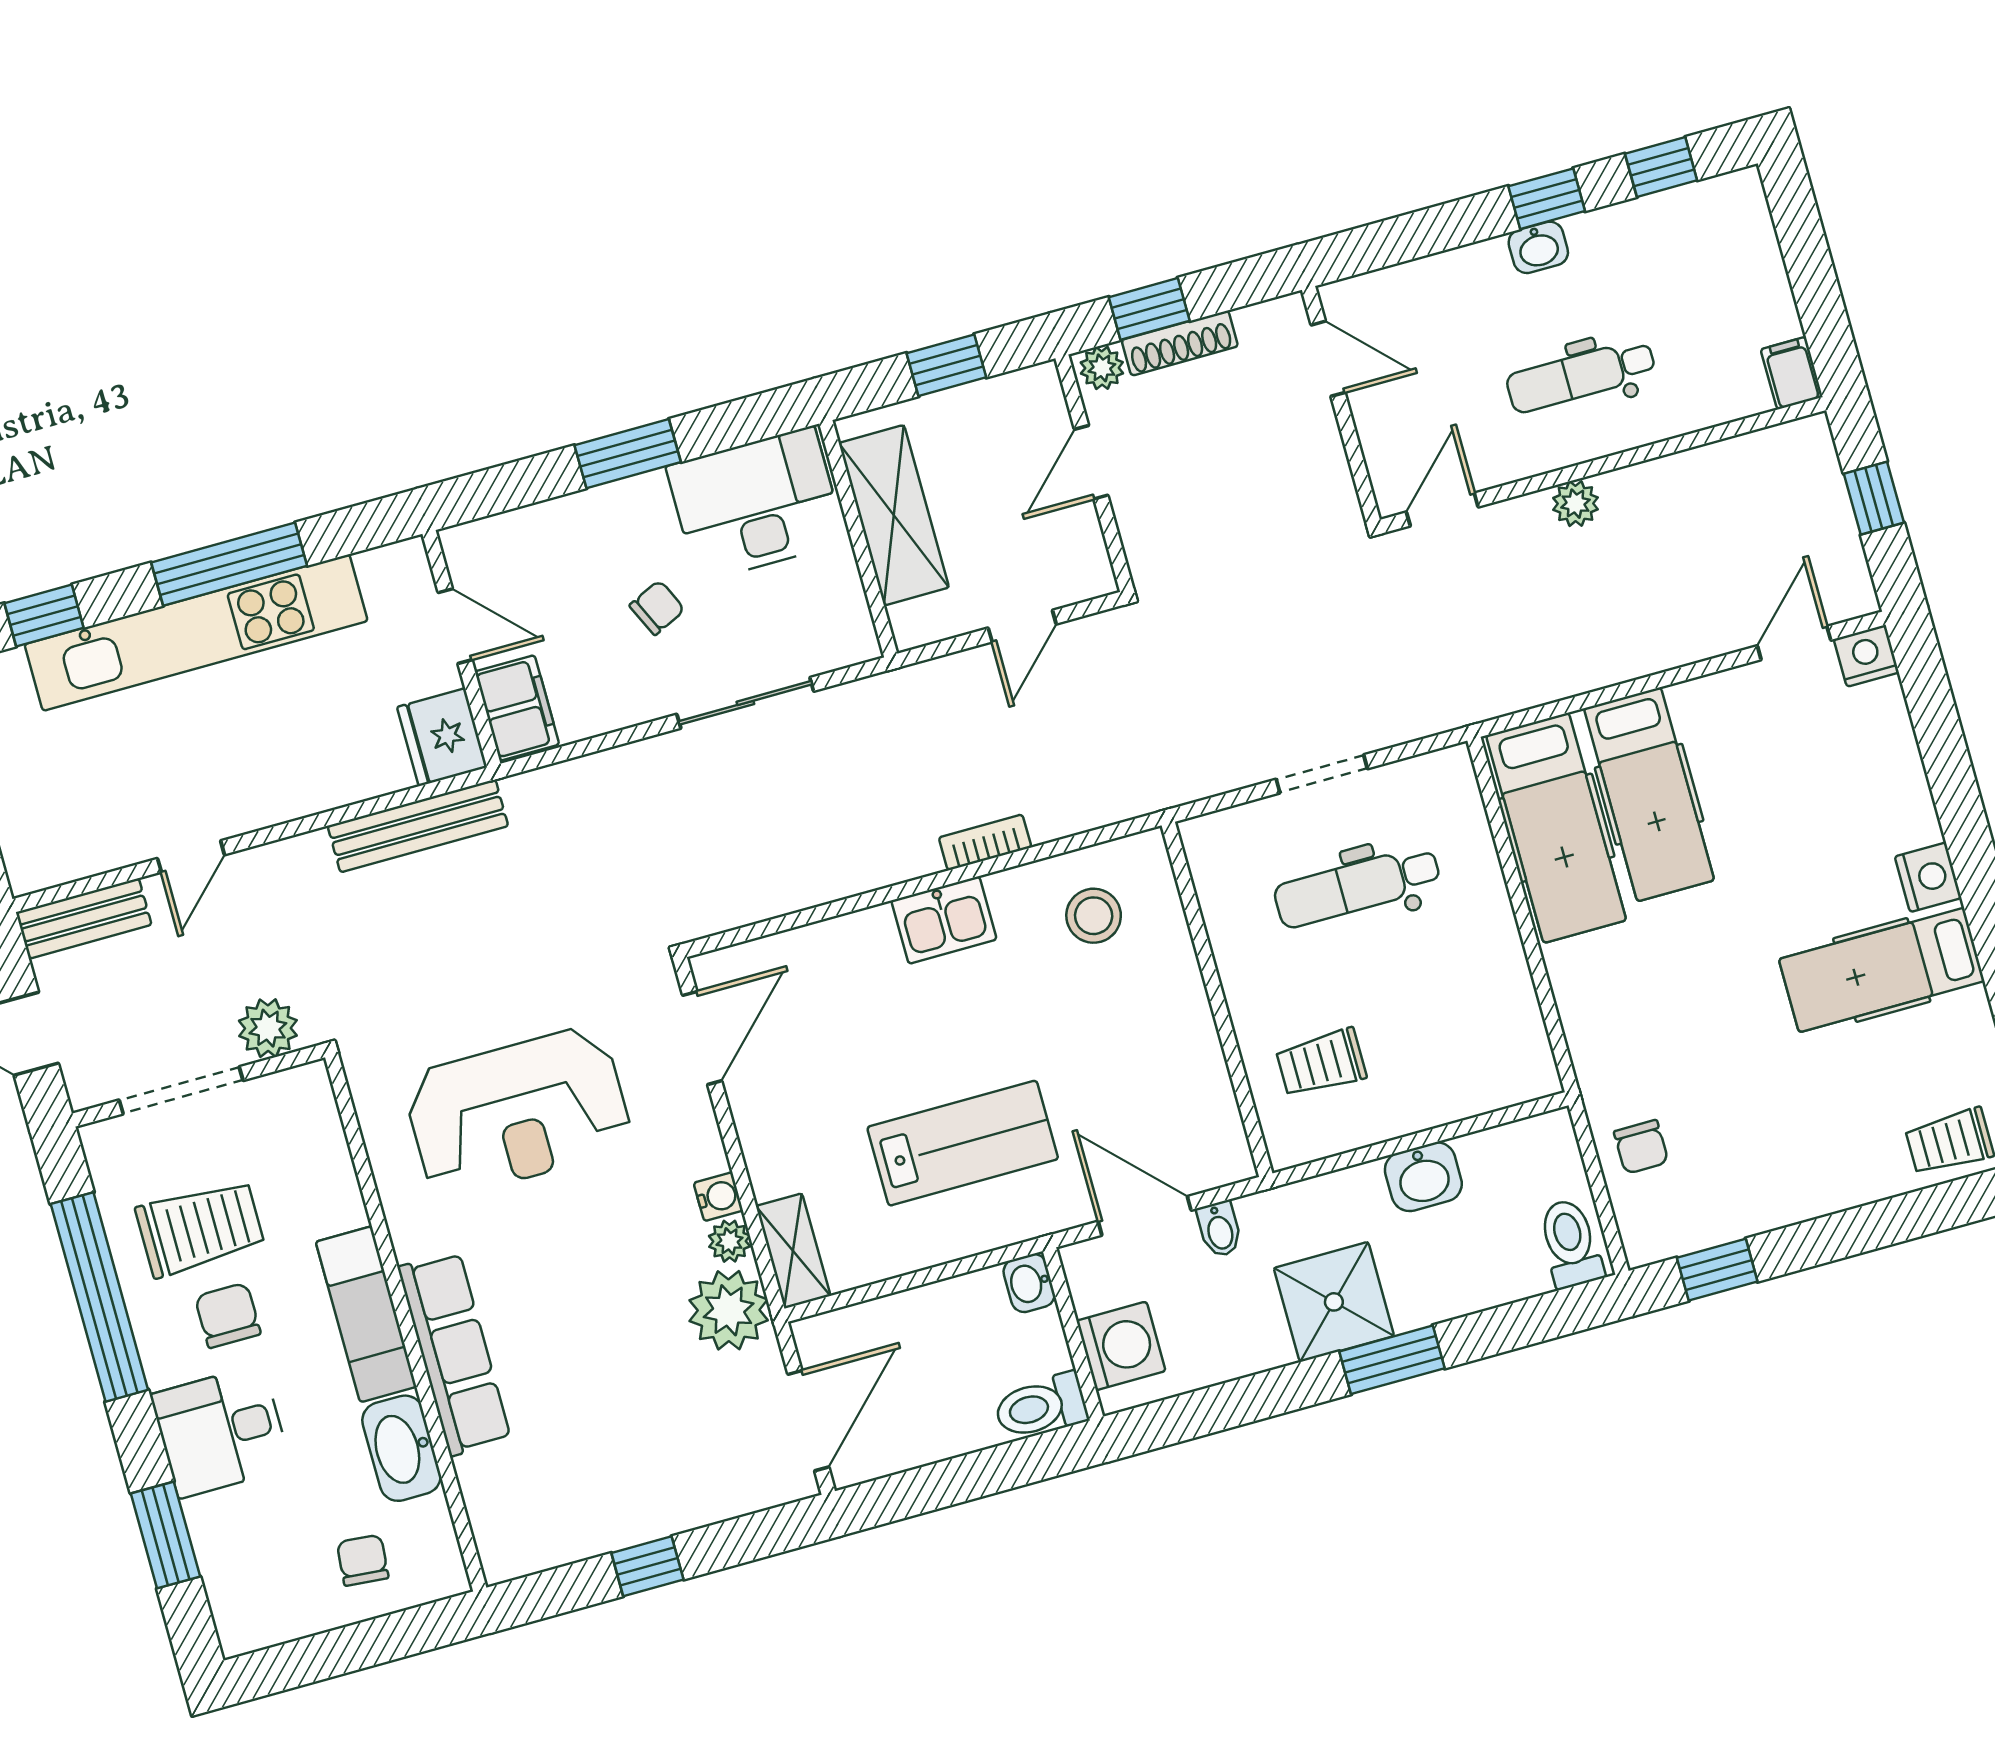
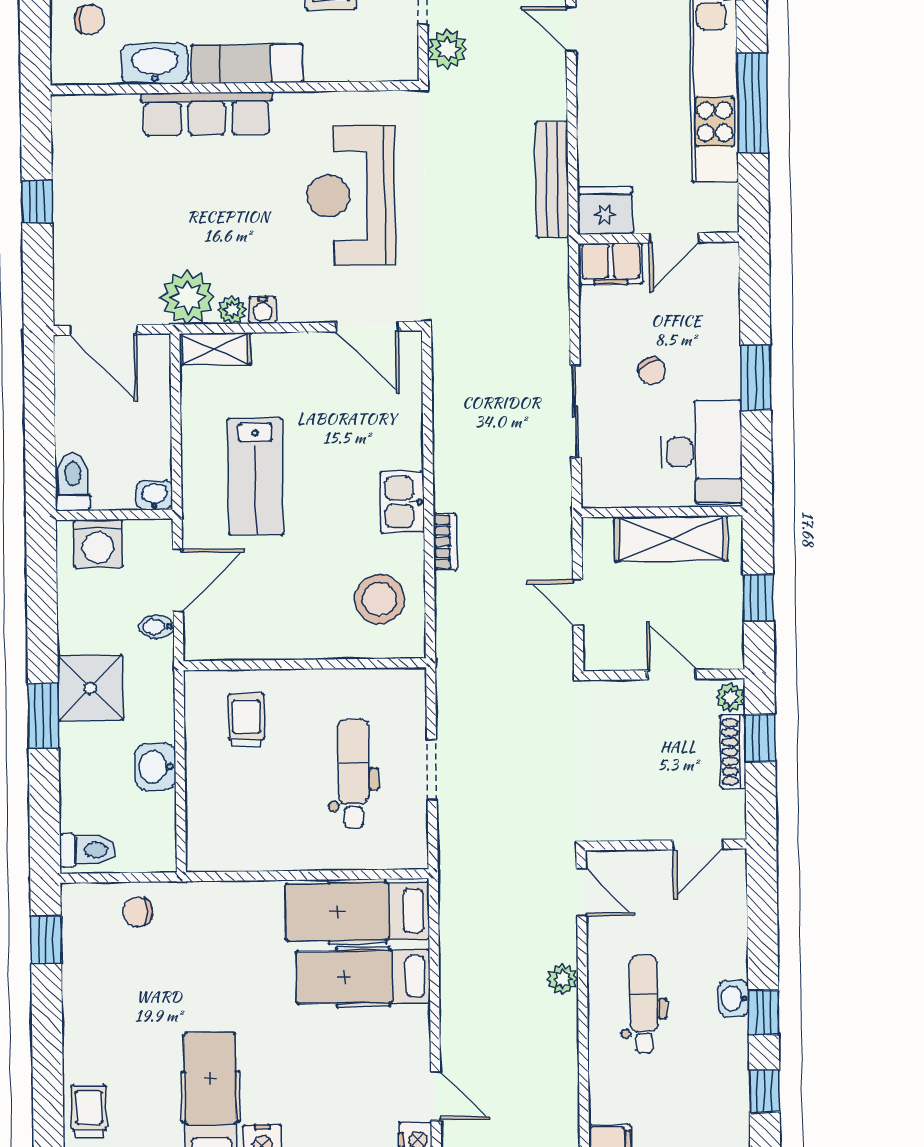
stool: (1094, 916) -> (379, 599), width x1.38, depth x1.38

